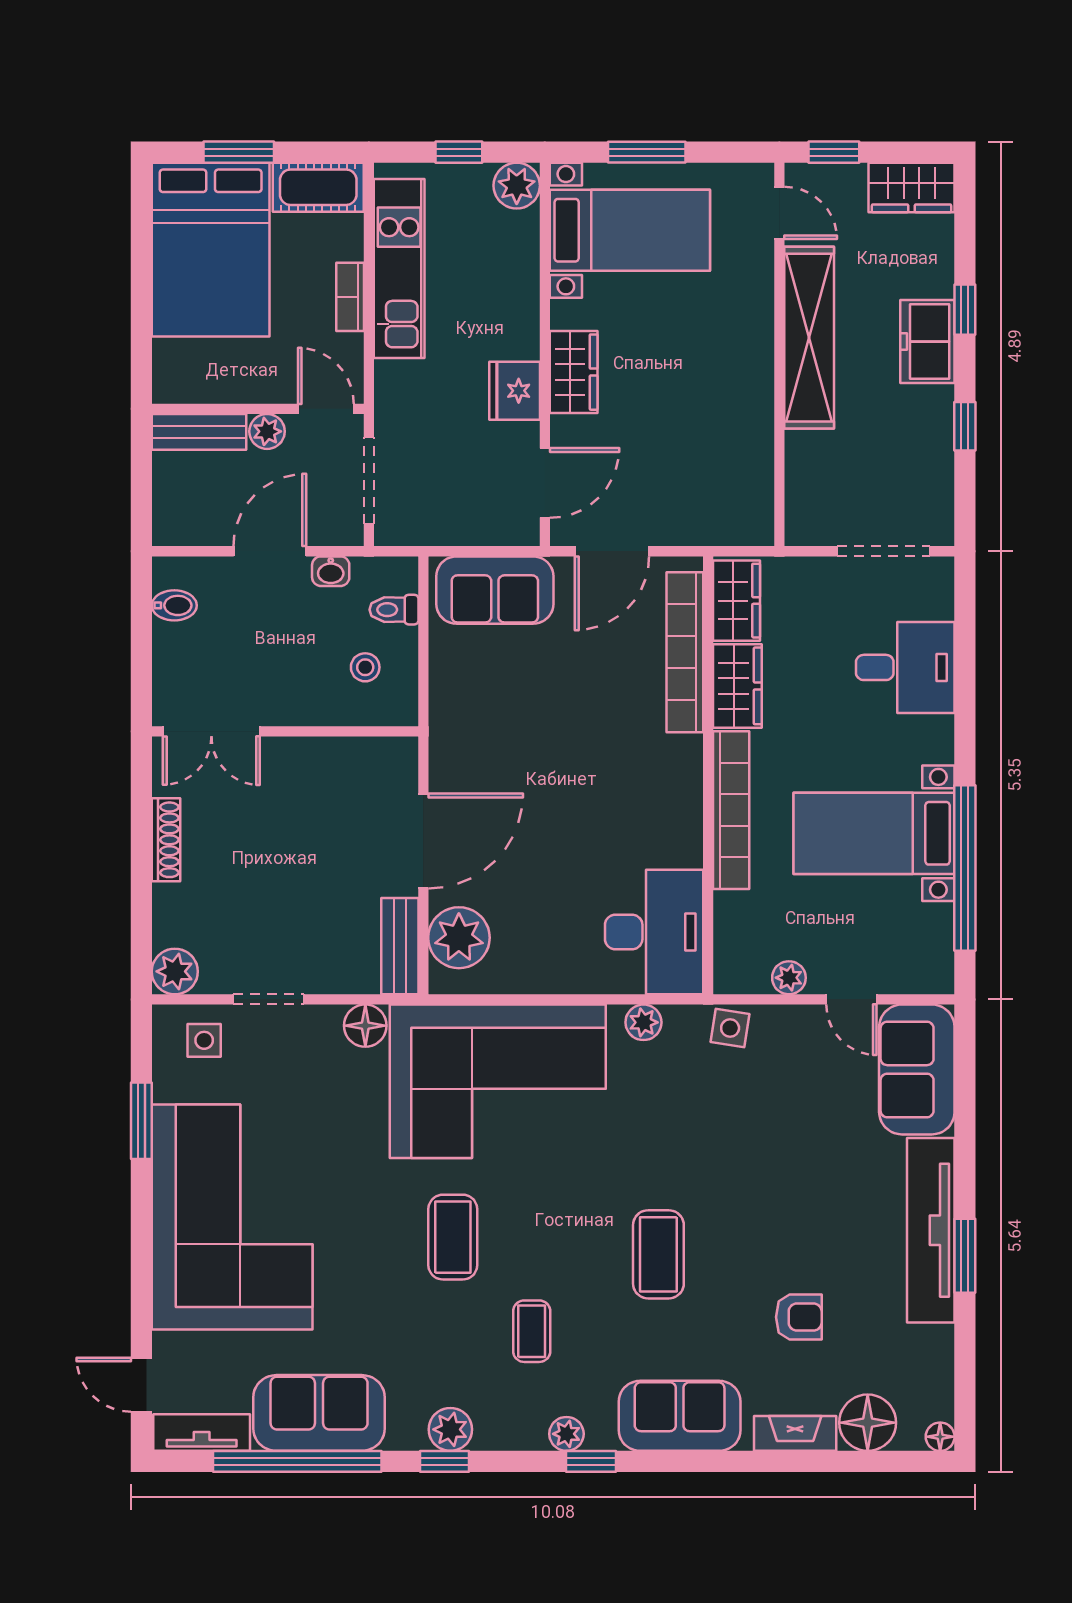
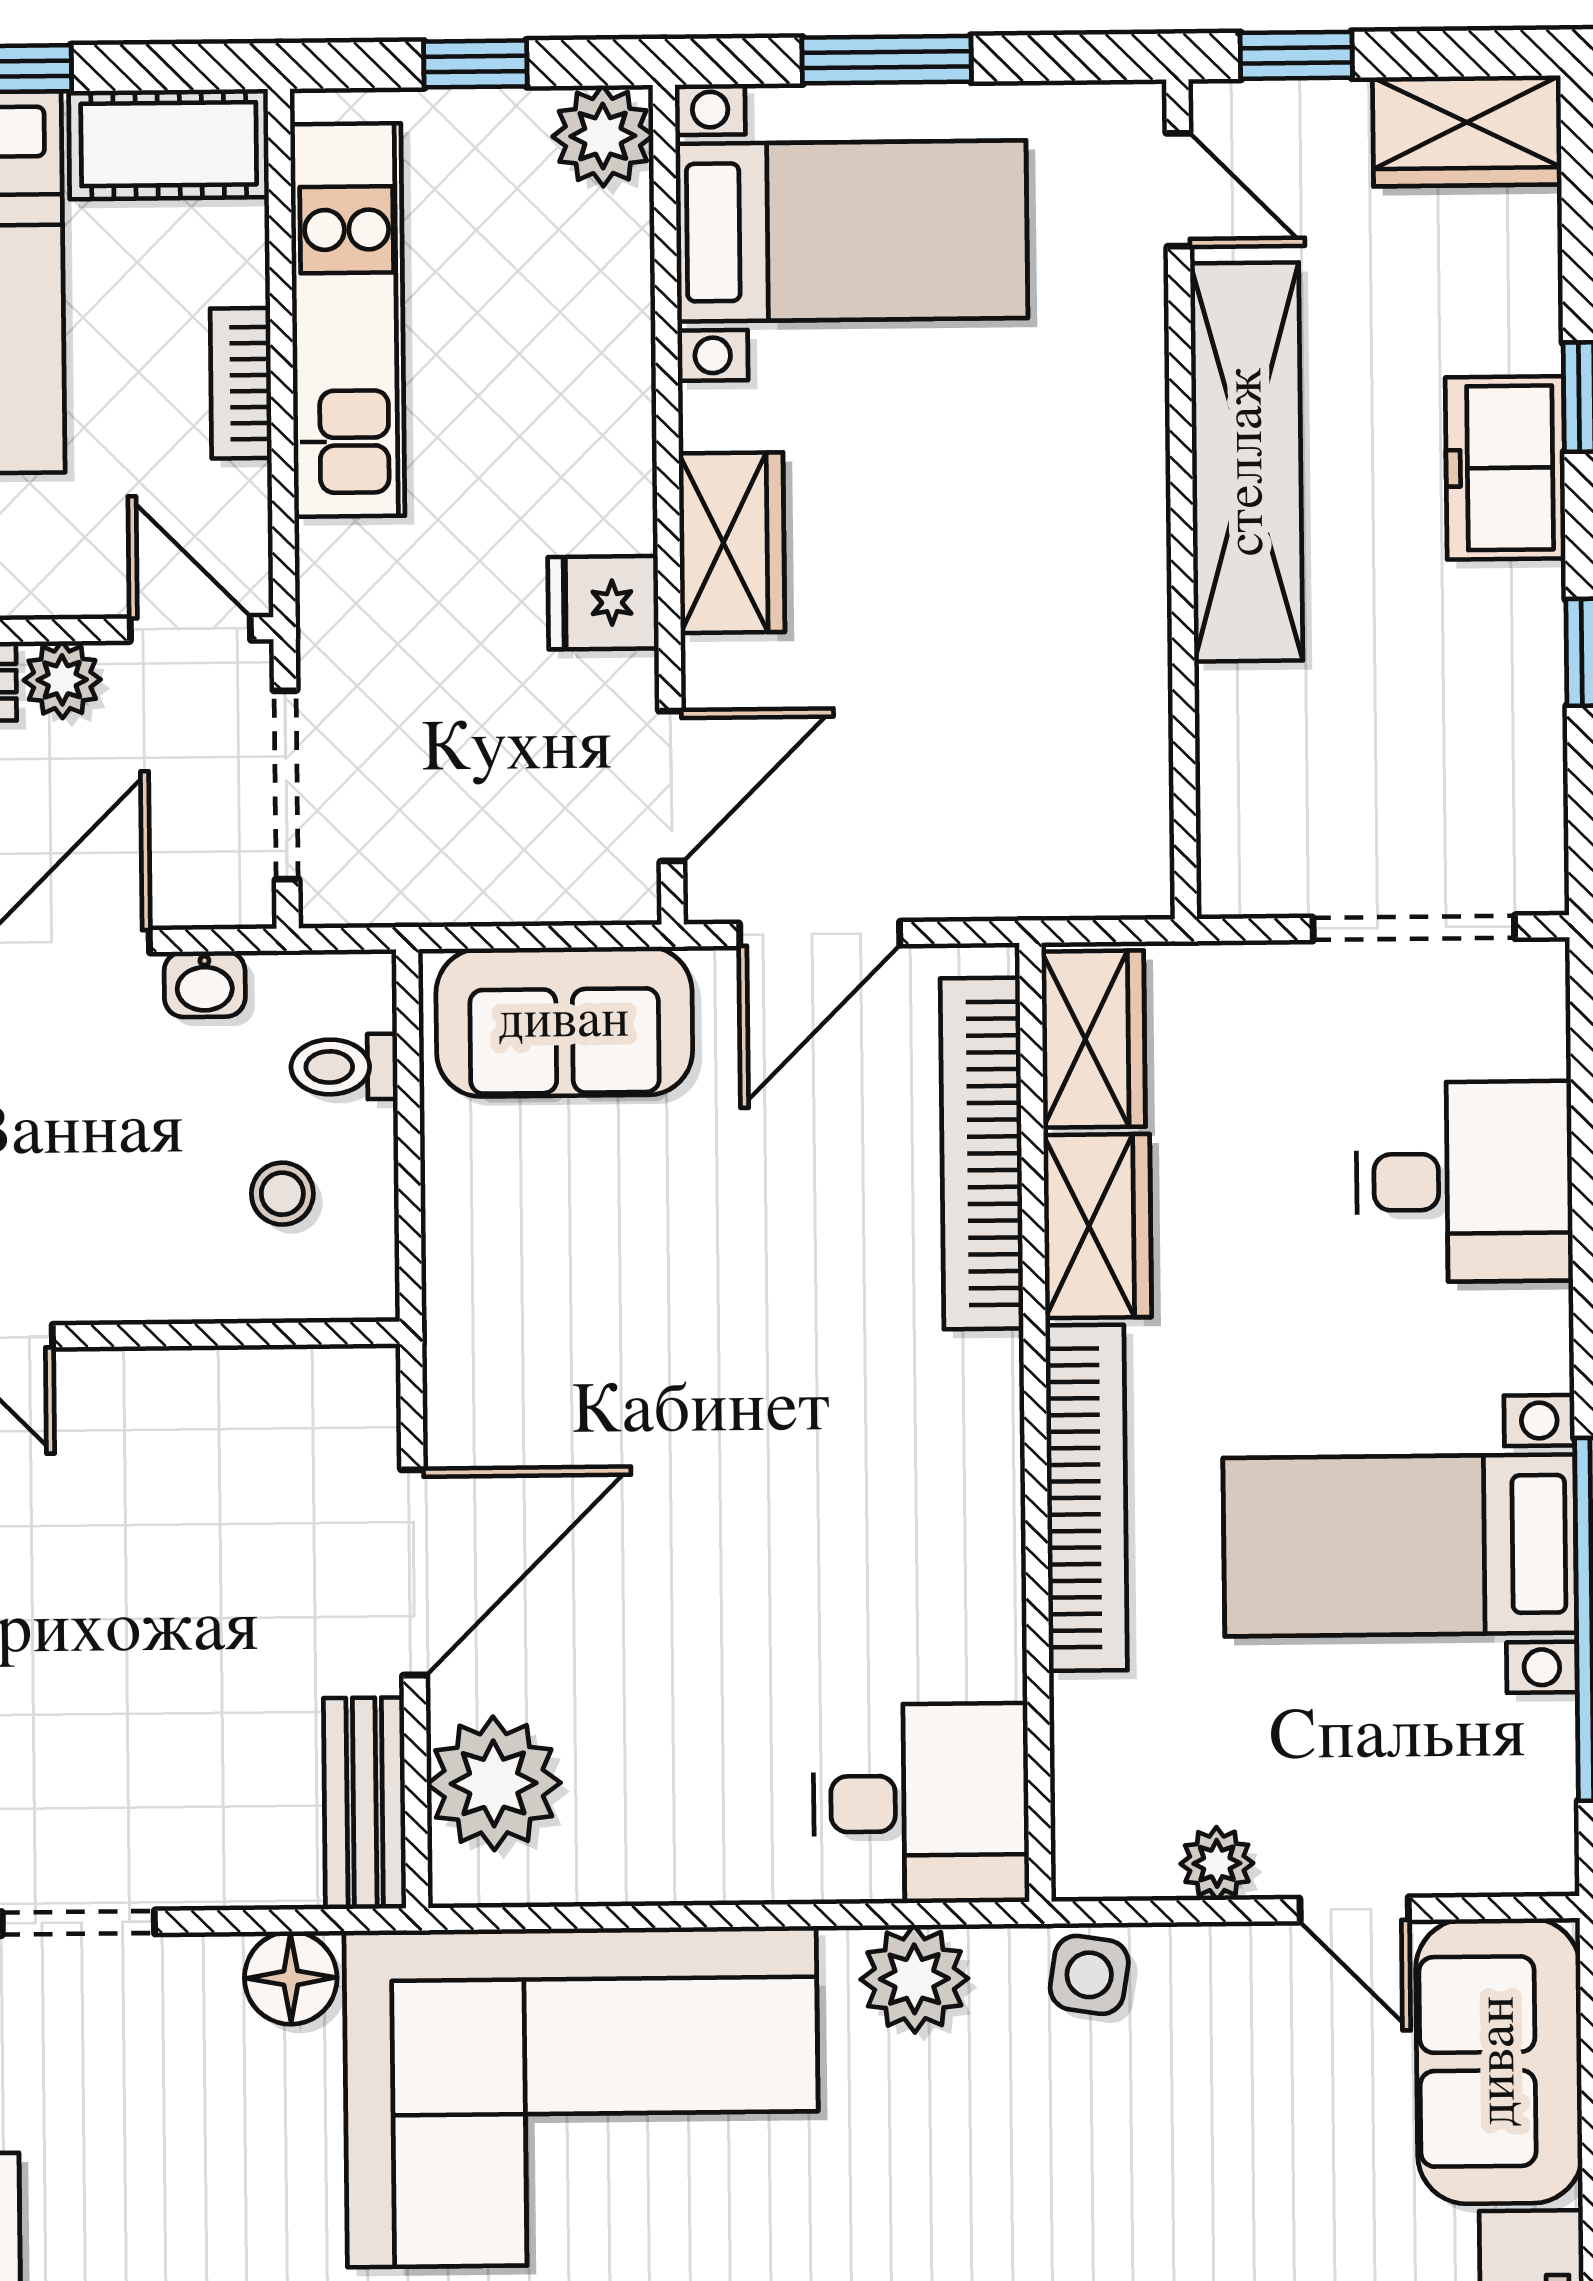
fridge: (515, 391) -> (603, 603), width x0.72
desk: (654, 932) -> (921, 1803), width x0.73
plant: (643, 1022) -> (914, 1979), width x1.38, depth x1.38

